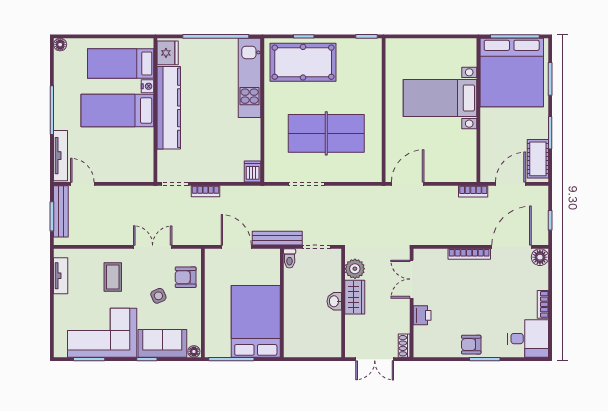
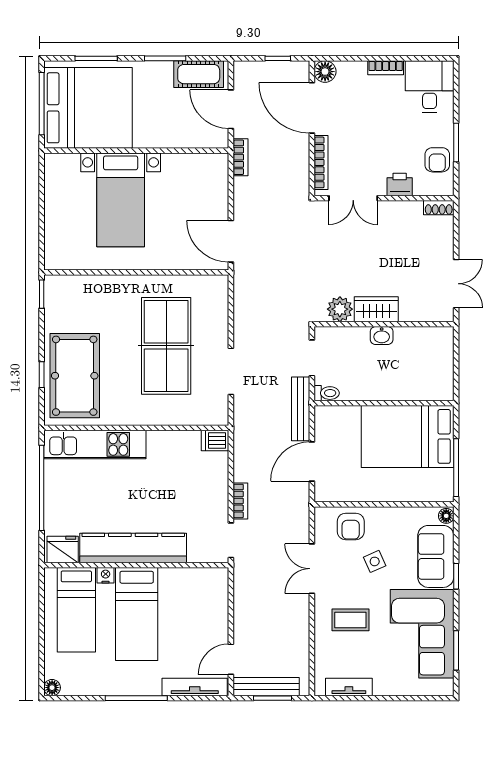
double door: (412, 279) -> (353, 198), moved
wall: (412, 303) -> (384, 198), moved
printer: (422, 315) -> (400, 184), moved
shoe rack: (404, 346) -> (439, 208), moved

